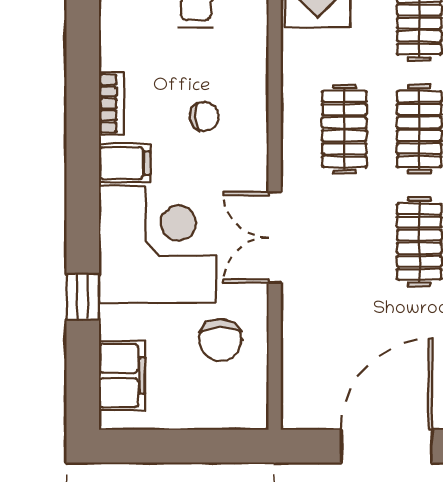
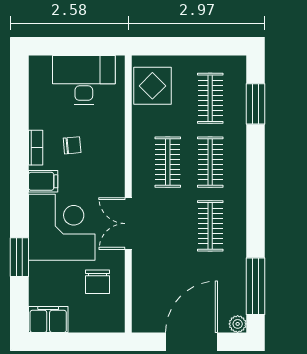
chair: (204, 117) -> (72, 145), moved
window: (83, 297) -> (19, 257), width x1.50
filing cabinet: (122, 376) -> (48, 320), moved, turned -90

